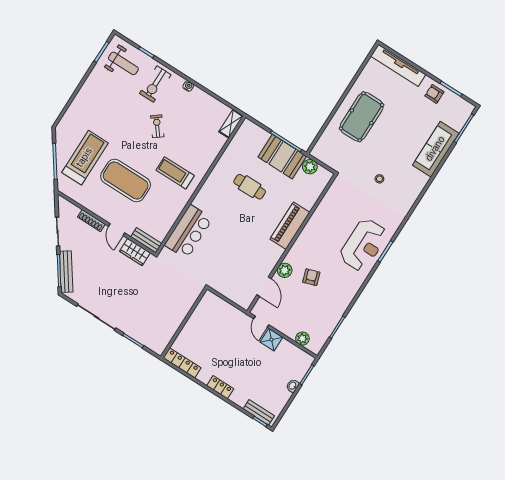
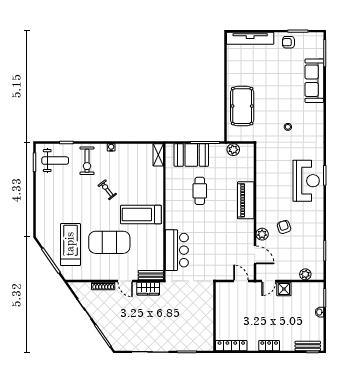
pool table: (362, 117) -> (242, 106), moved
booth: (282, 157) -> (191, 155), moved
treadmill: (175, 173) -> (141, 215), width x1.37, depth x1.38
cafe table: (250, 187) -> (200, 191), turned 90
bench: (66, 272) -> (108, 333), removed
door: (233, 304) -> (241, 281), added
door: (261, 322) -> (269, 281), hinge flipped

